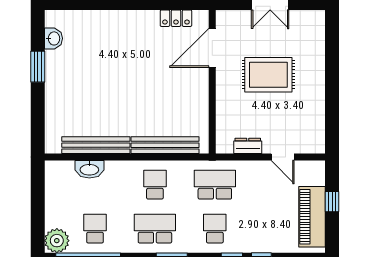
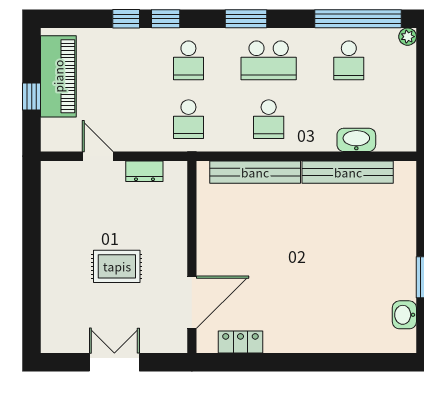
rug: (268, 75) -> (117, 266), width x0.73, depth x0.70
school desk: (215, 185) -> (188, 119), width x0.54
plant: (57, 241) -> (408, 37), width x0.53, depth x0.53

